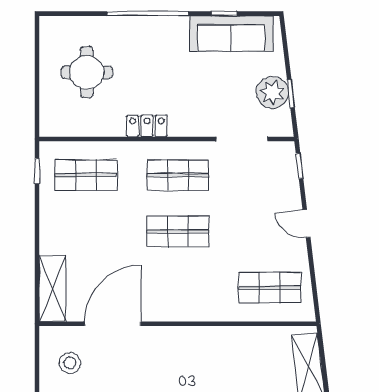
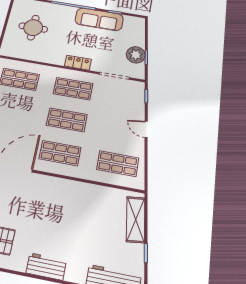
sofa: (231, 34) -> (99, 19), moved
locker: (147, 126) -> (78, 63), moved
shop shelf: (178, 288) -> (60, 153), added

